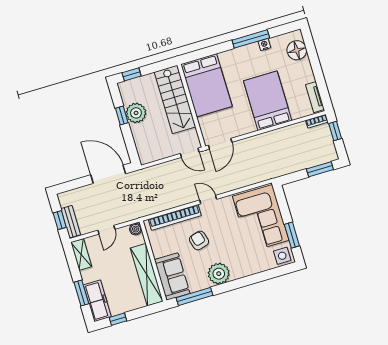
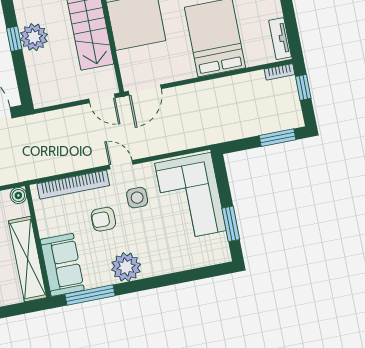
armchair: (199, 240) -> (103, 219), turned -74
side table: (282, 256) -> (137, 198), moved

